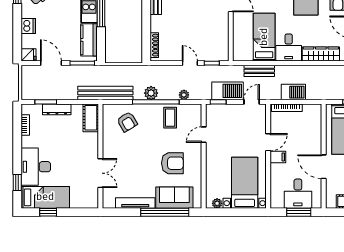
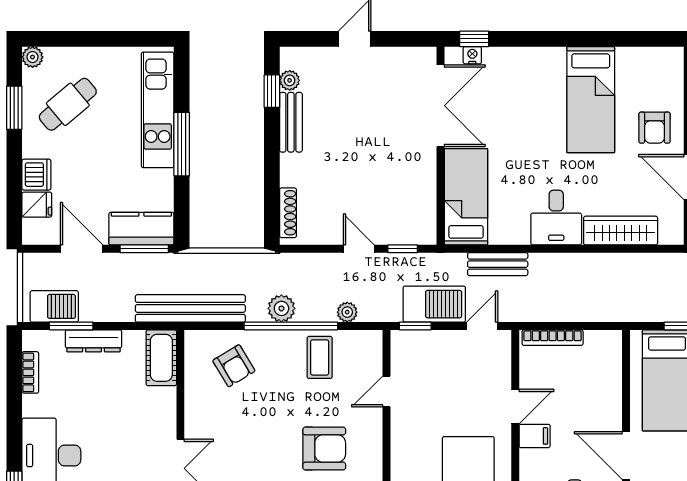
bed: (264, 37) -> (466, 197), moved
kitchen counter: (89, 40) -> (141, 229), moved, turned 90
fridge: (28, 55) -> (37, 205), moved
barbecue: (293, 92) -> (54, 306), moved

